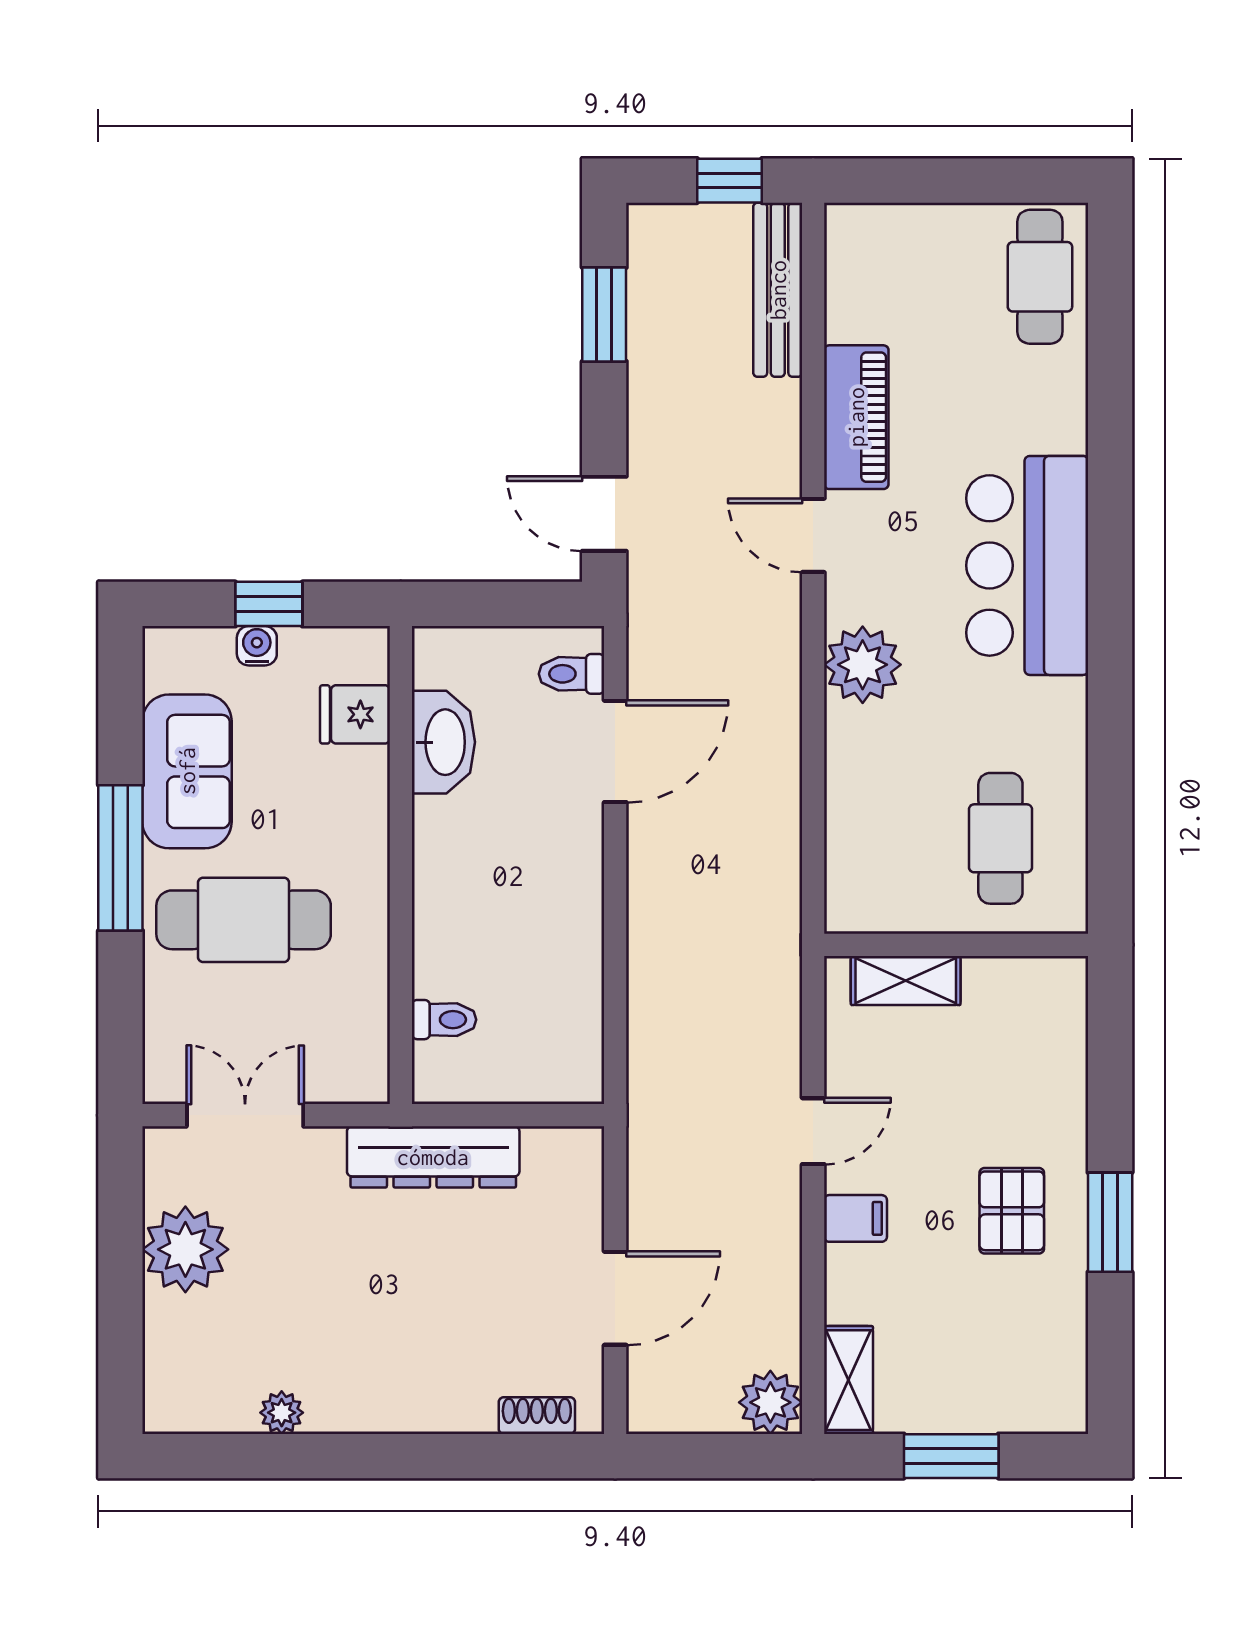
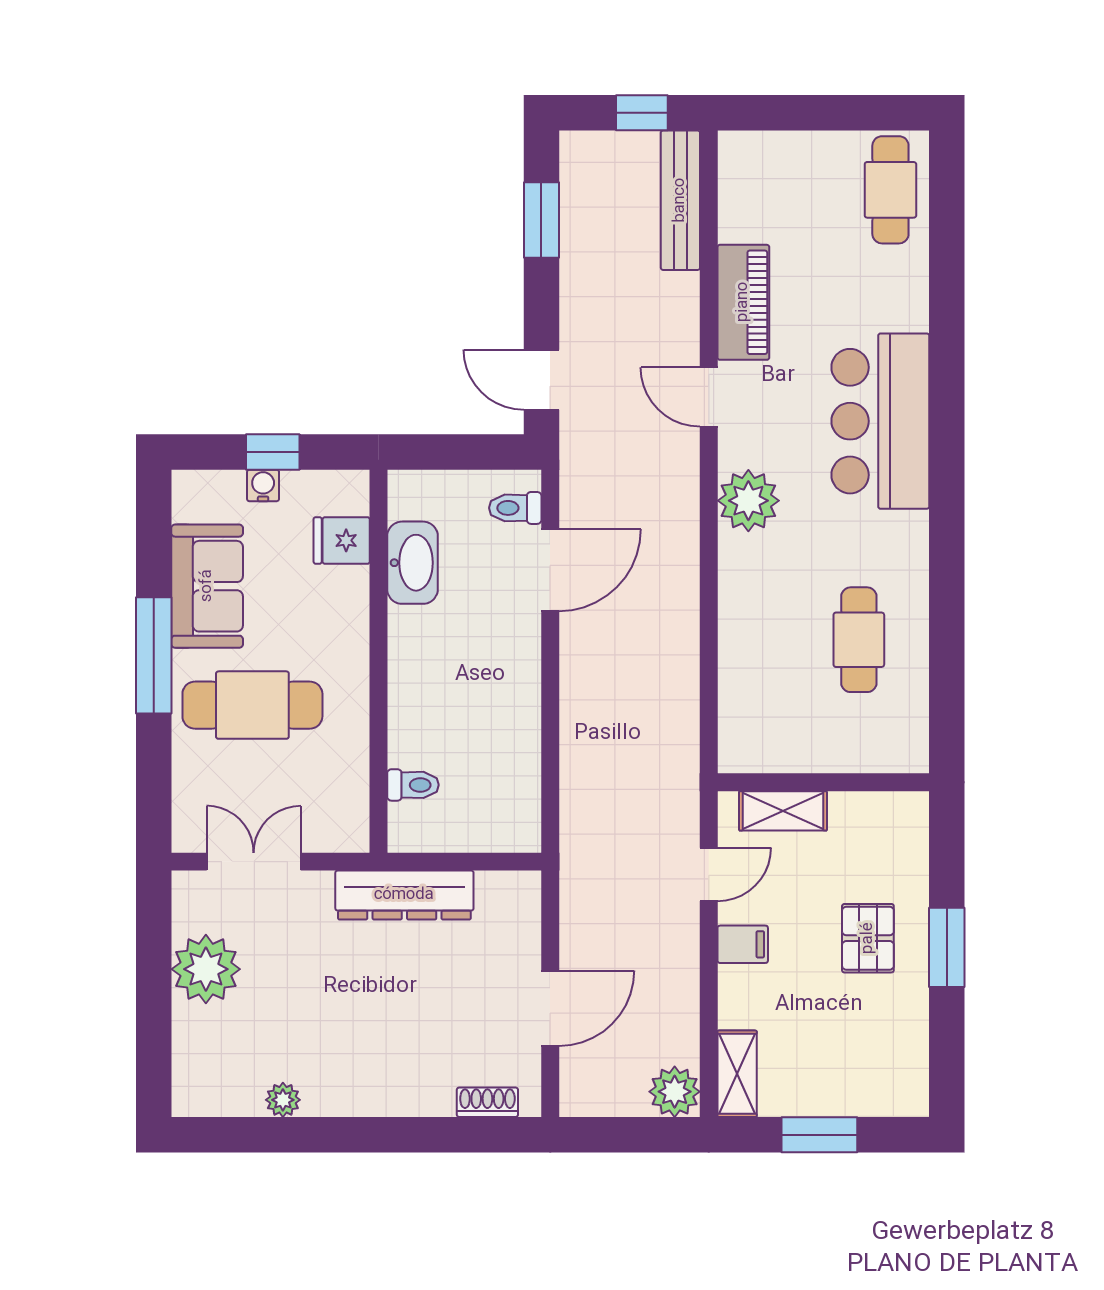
wall: (956, 945) -> (823, 782), moved
shelving: (906, 980) -> (783, 811), moved

